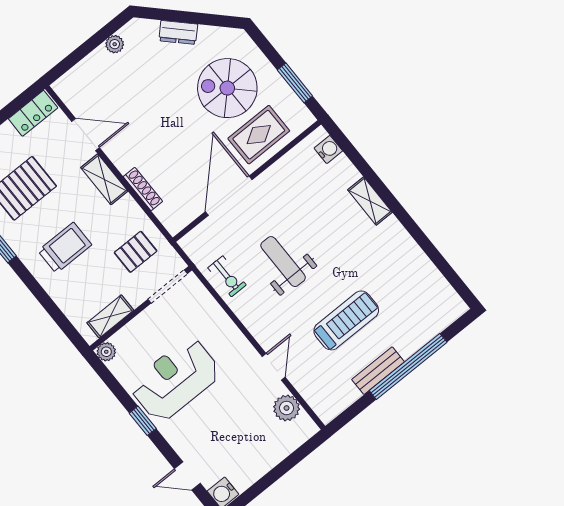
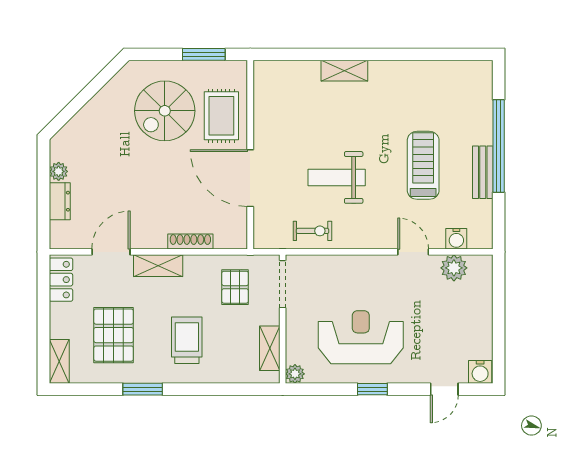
dresser: (178, 32) -> (60, 201), moved, turned -45
water cooler: (328, 149) -> (456, 239), moved, turned 180
reception desk: (175, 380) -> (361, 337), turned 90

